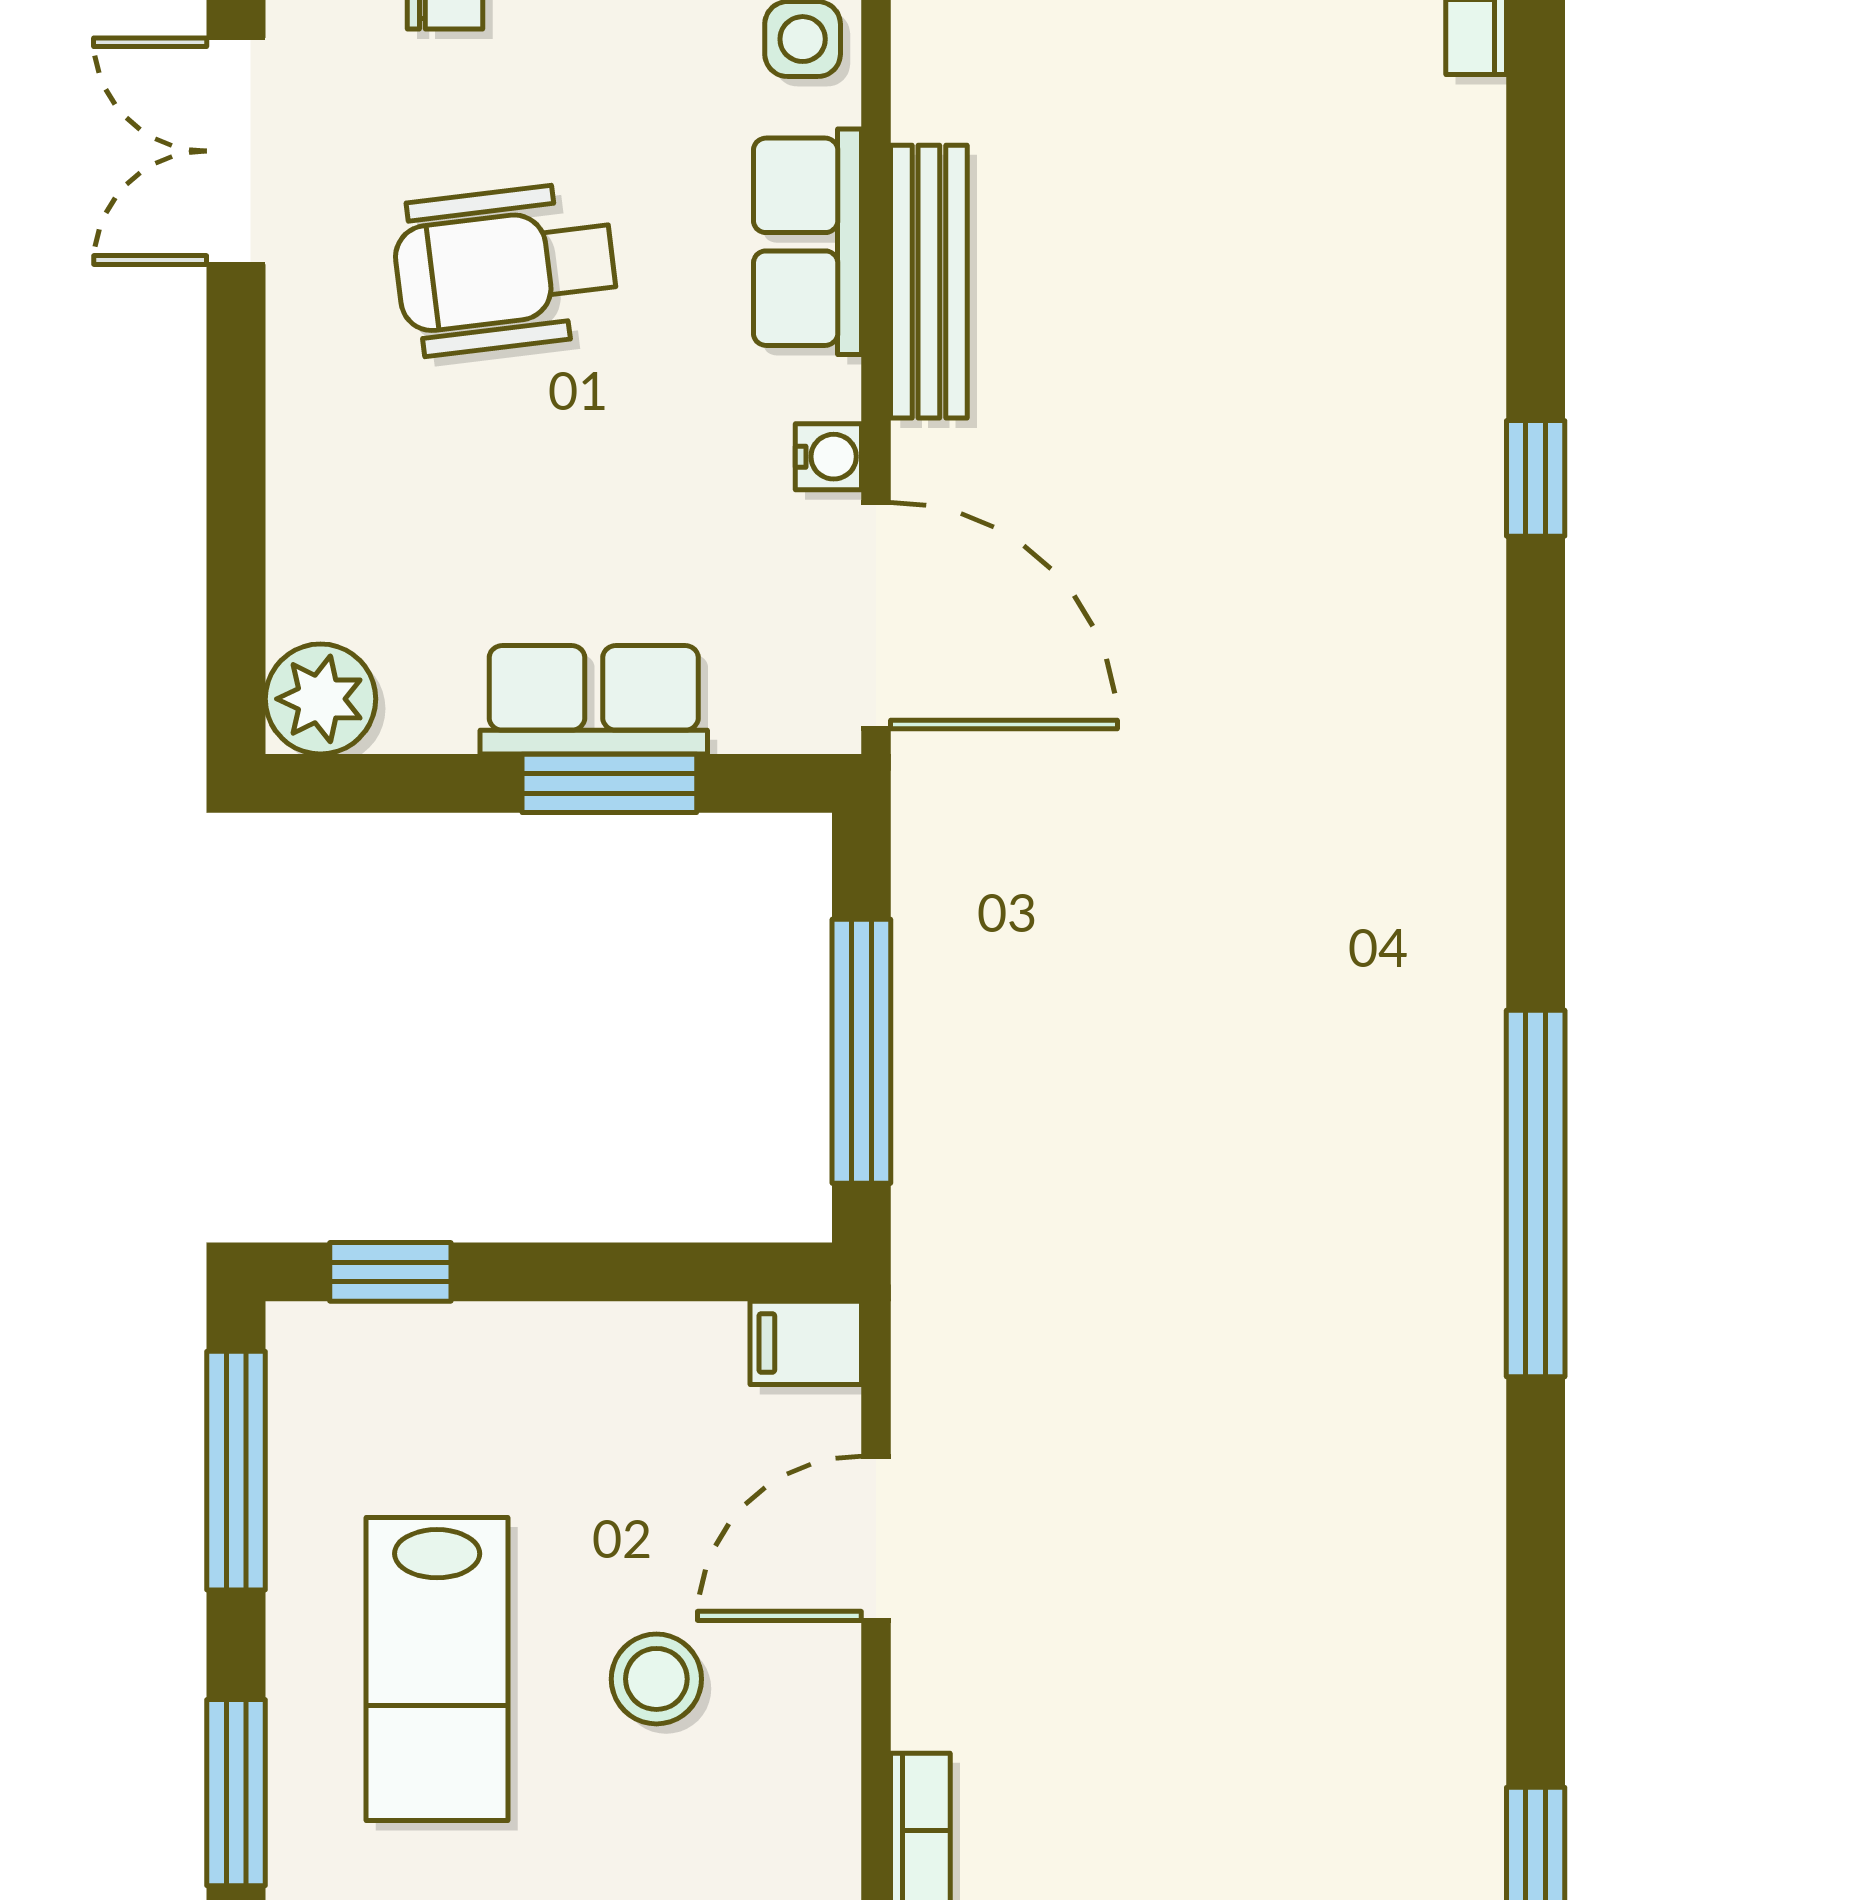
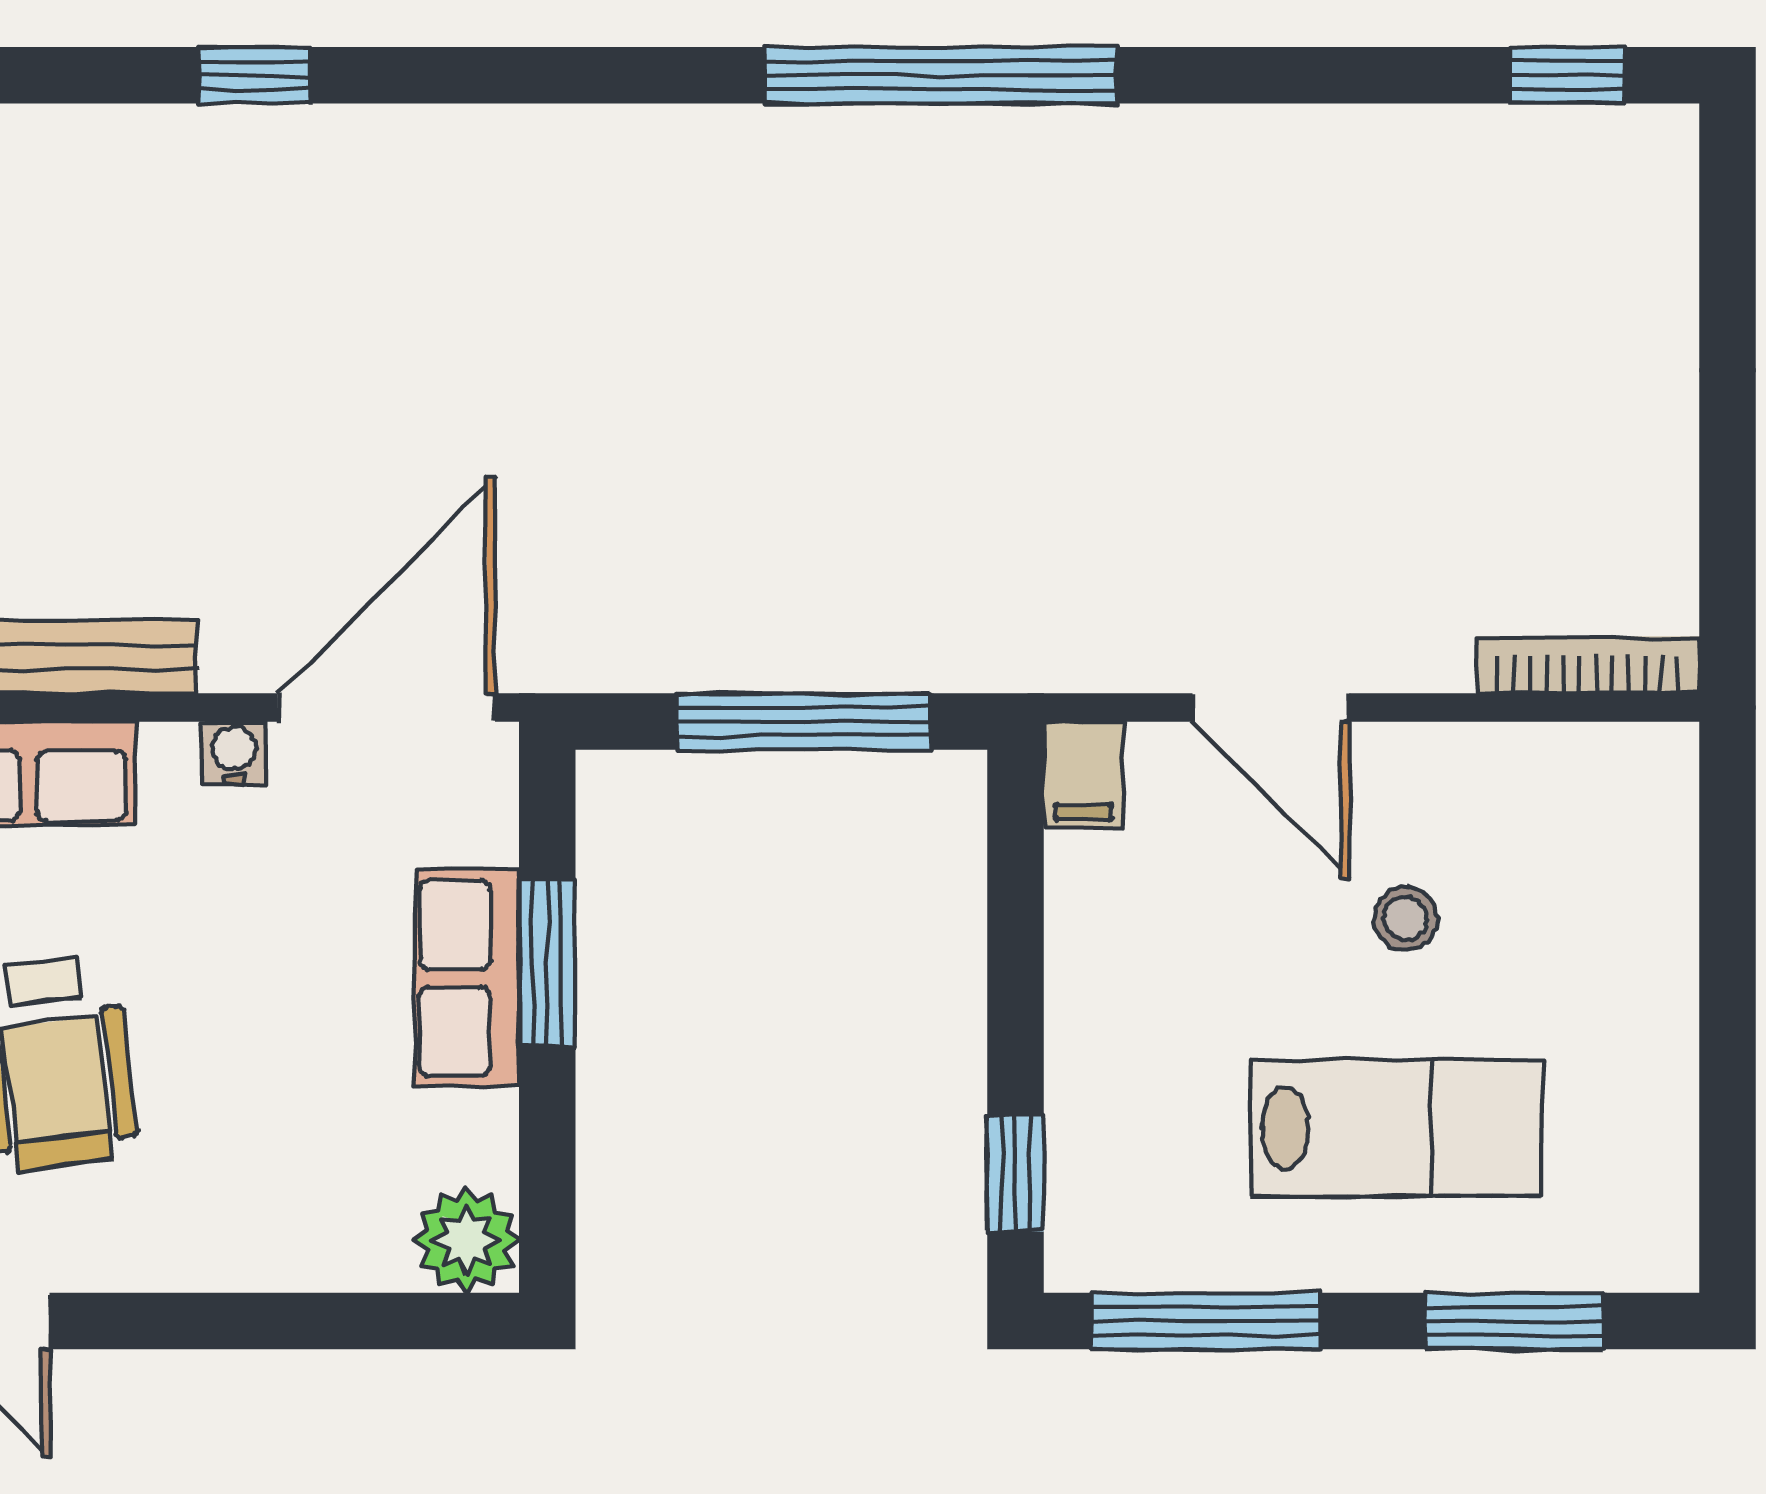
stool: (656, 1679) -> (1406, 918), width x0.73, depth x0.73

